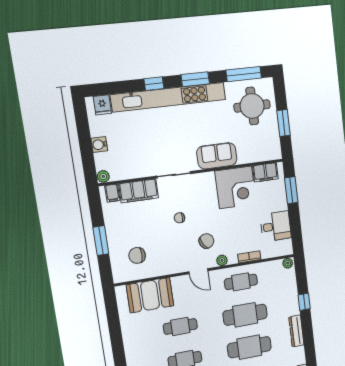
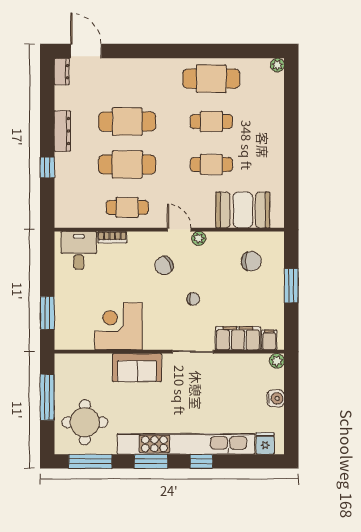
window: (283, 123) -> (47, 397), width x1.44
filing cabinet: (265, 172) -> (78, 340), removed
desk: (276, 226) -> (79, 250), moved, turned 90
plant: (222, 260) -> (199, 238), moved
plant: (288, 263) -> (63, 221), removed

